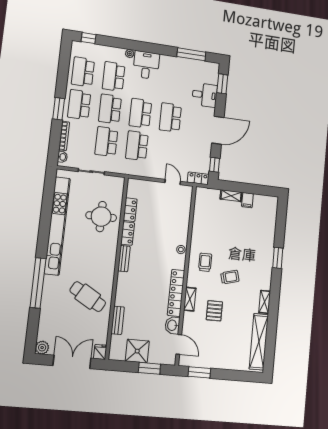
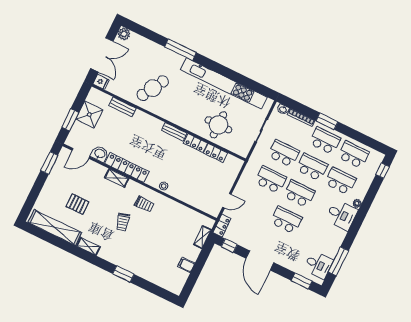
desk: (205, 95) -> (318, 265), moved, turned -90
shelving: (231, 196) -> (202, 237), moved
window: (38, 283) -> (180, 50), width x0.68
pallet: (214, 311) -> (77, 204), moved

